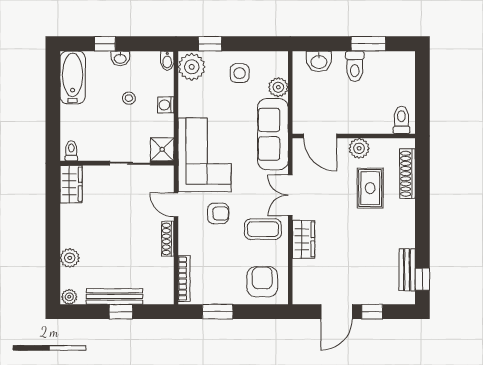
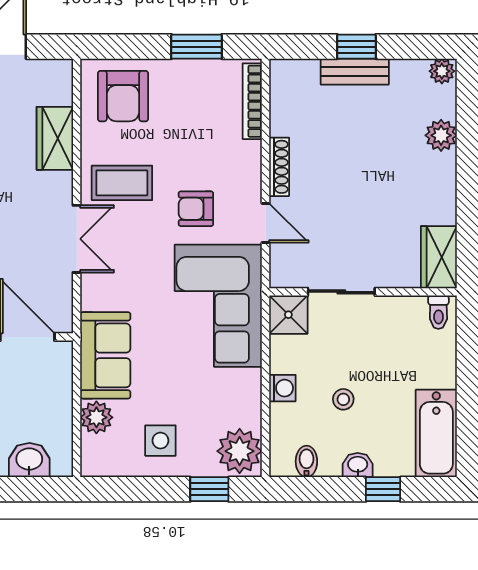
bidet: (167, 61) -> (306, 461), moved
sofa: (273, 134) -> (105, 355), width x0.73
wardrobe: (304, 239) -> (55, 138), moved
bench: (114, 296) -> (355, 72), width x0.73

